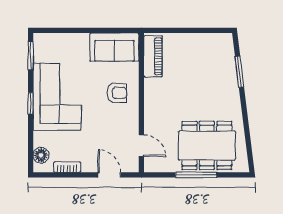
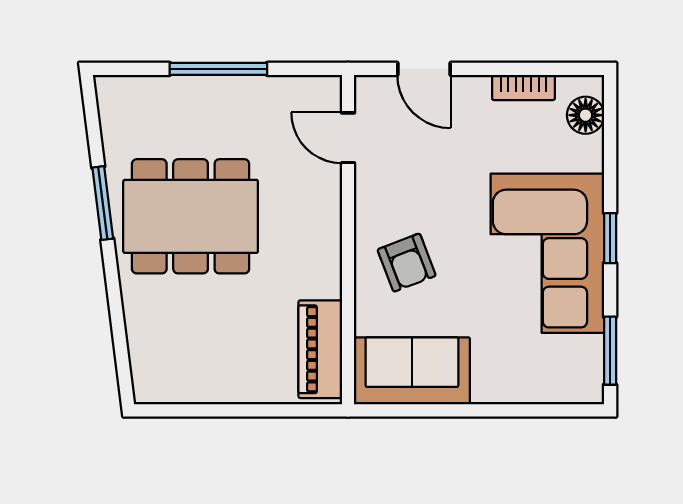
window: (239, 72) -> (103, 203), moved
armchair: (117, 93) -> (407, 263), turned -111
dining table: (207, 146) -> (191, 216), moved

